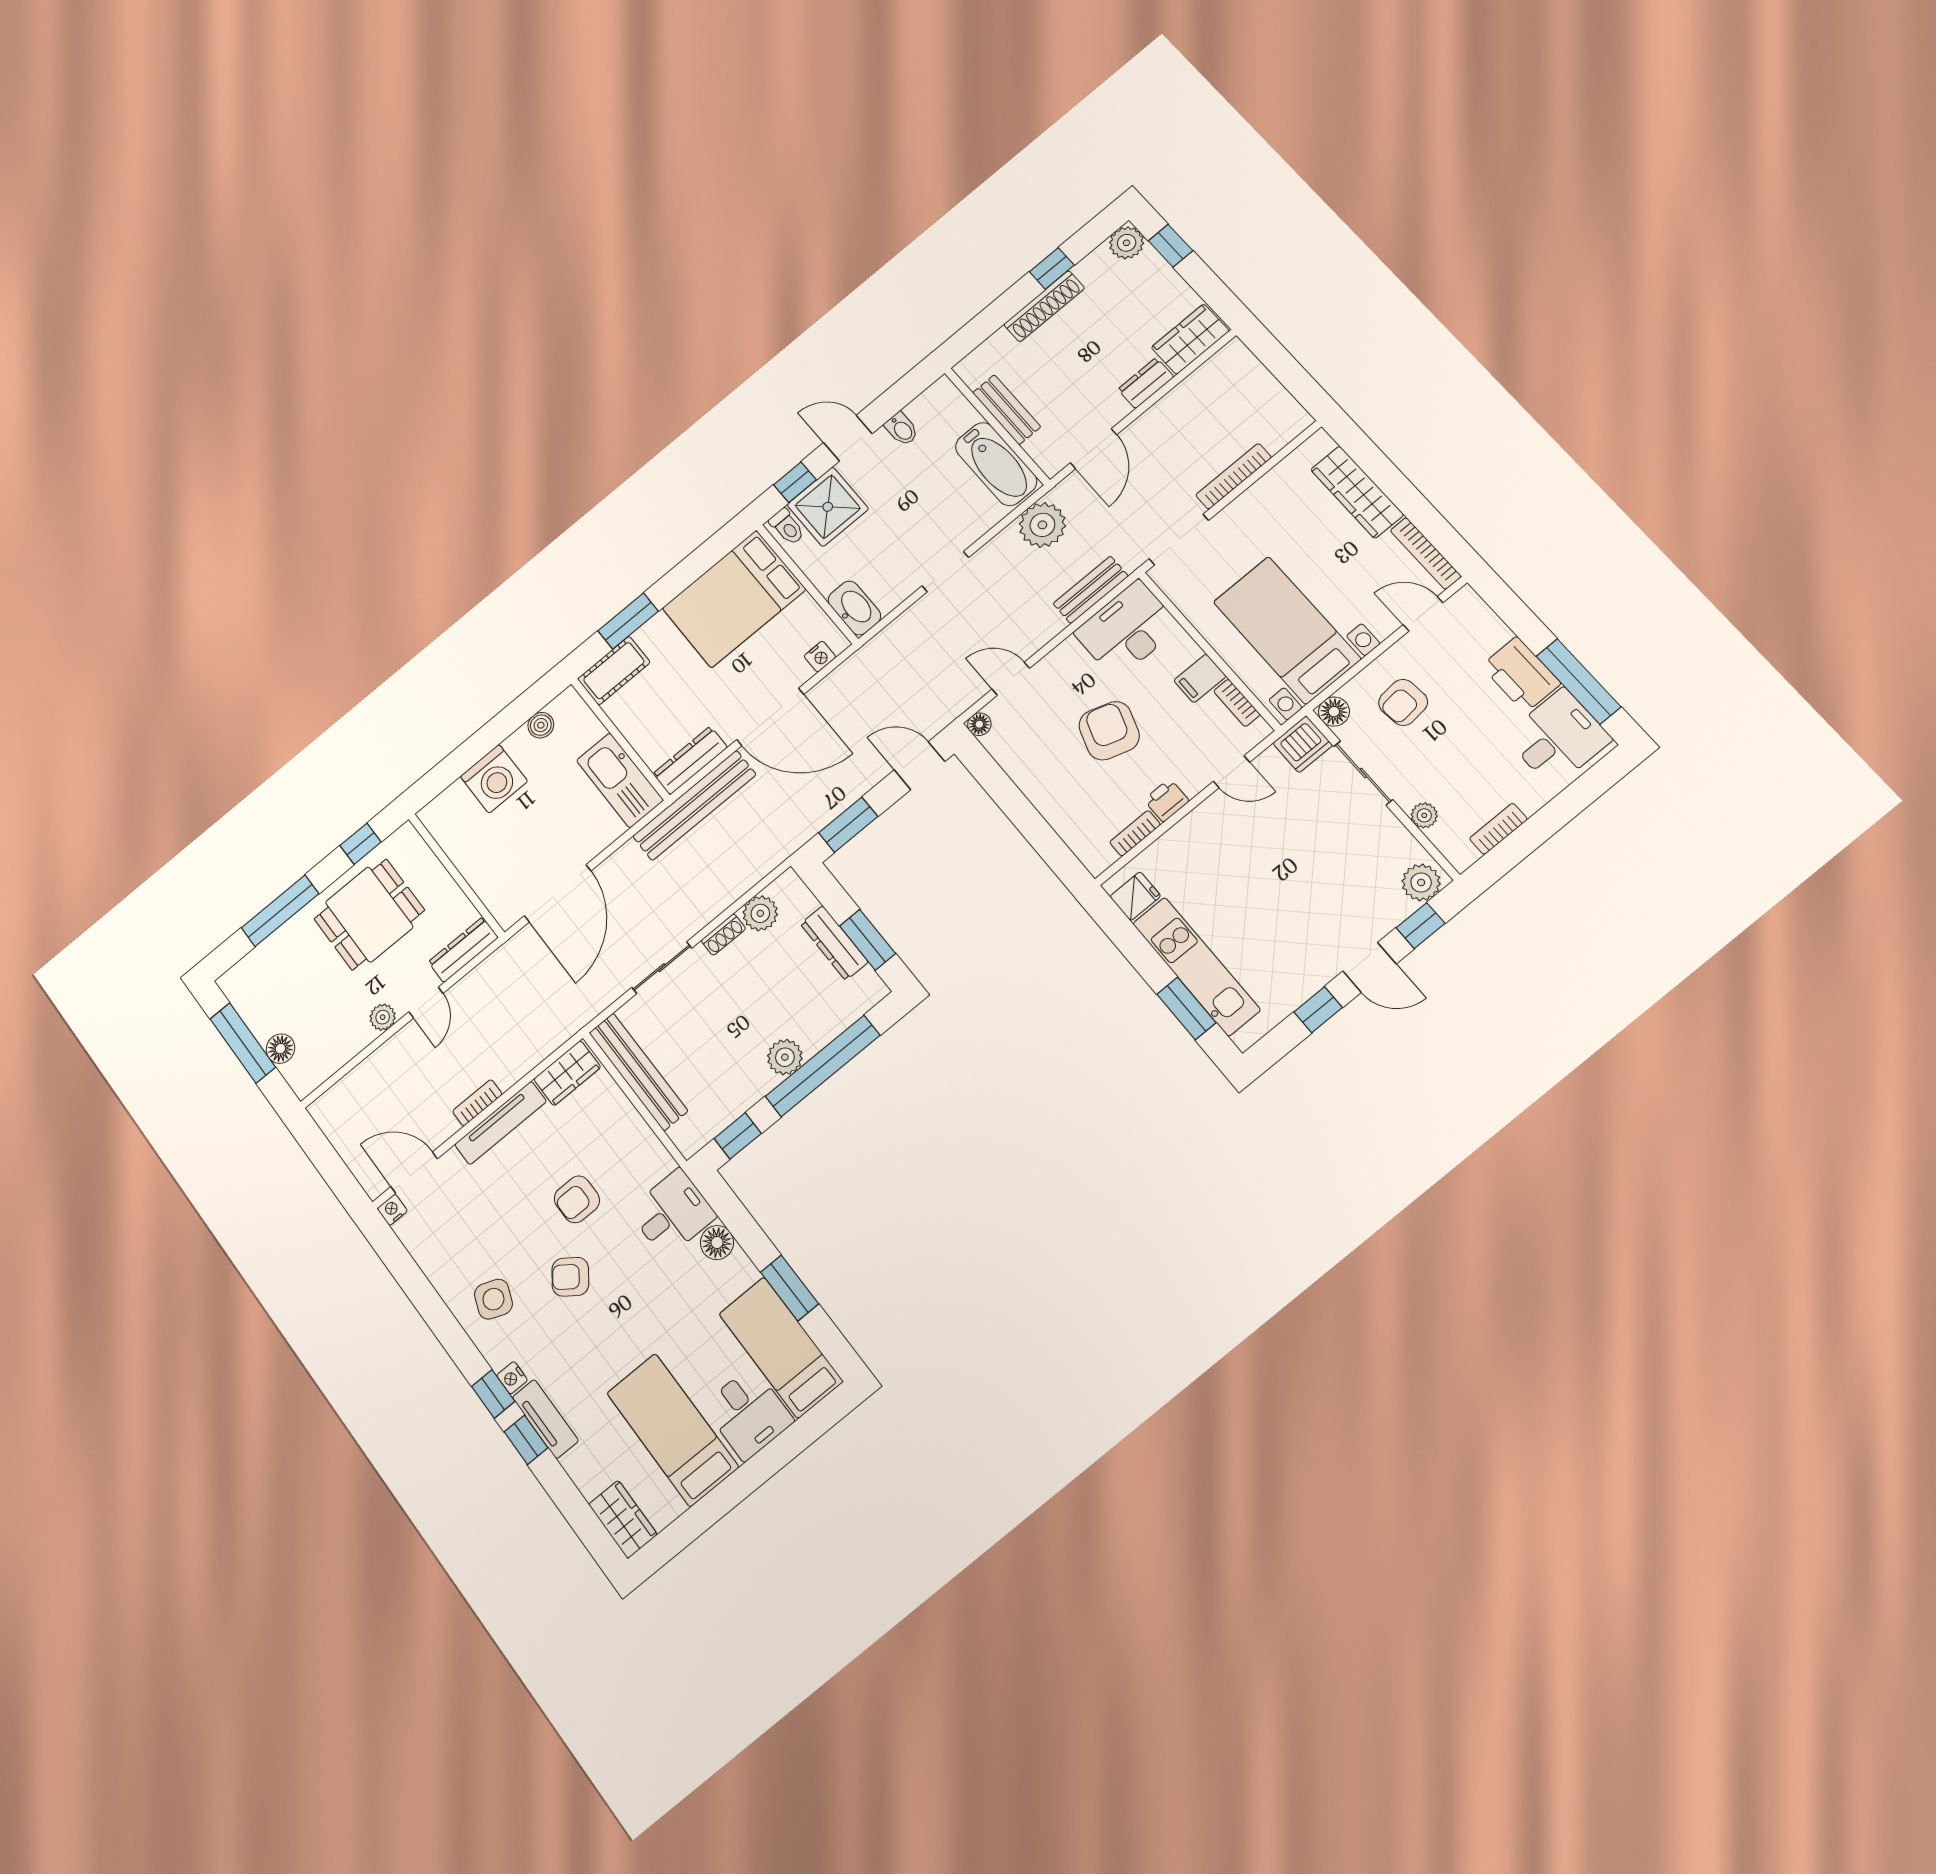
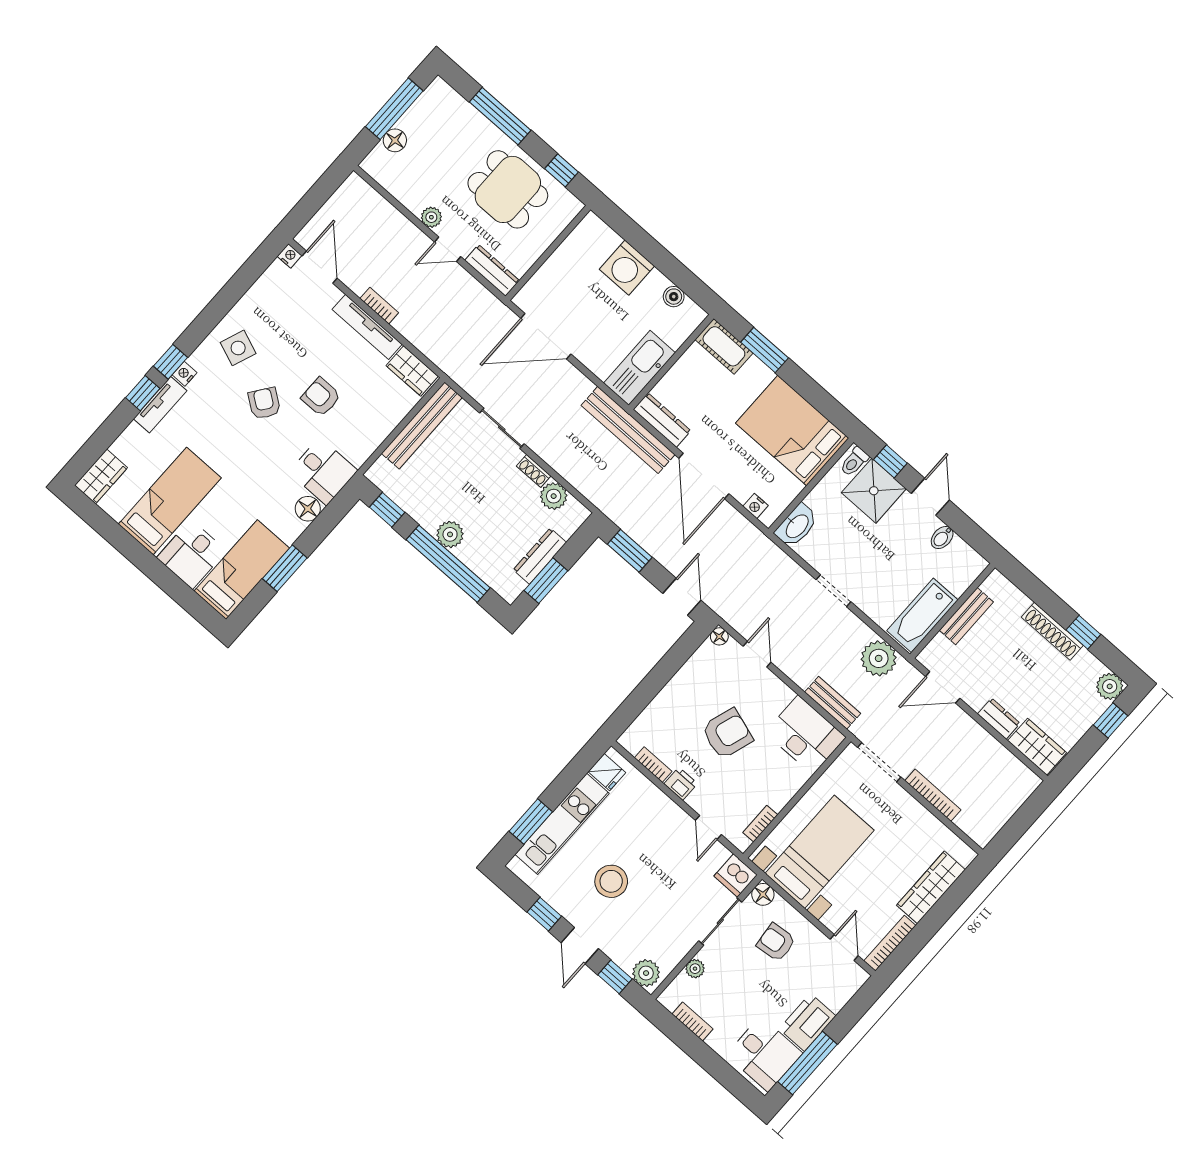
filing cabinet: (1200, 678) -> (775, 794), removed
stool: (1286, 912) -> (611, 881), added

